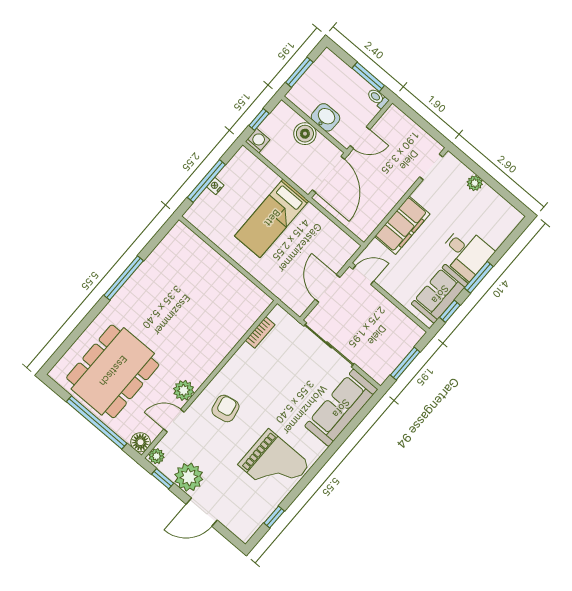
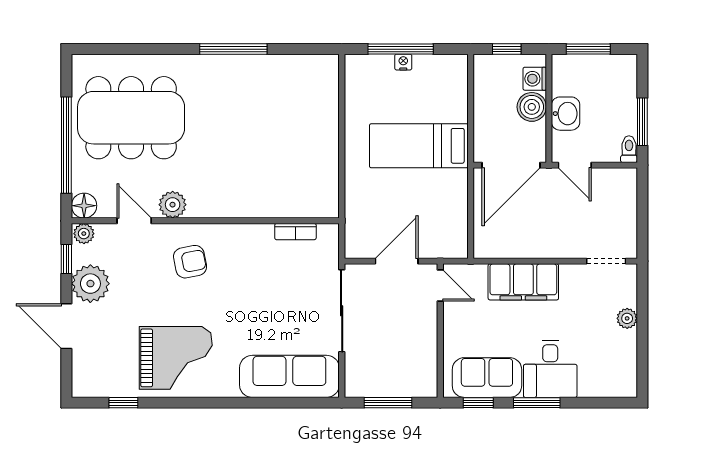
washing machine: (258, 141) -> (535, 79), moved, turned 180
grand piano: (274, 464) -> (176, 358), turned -90

